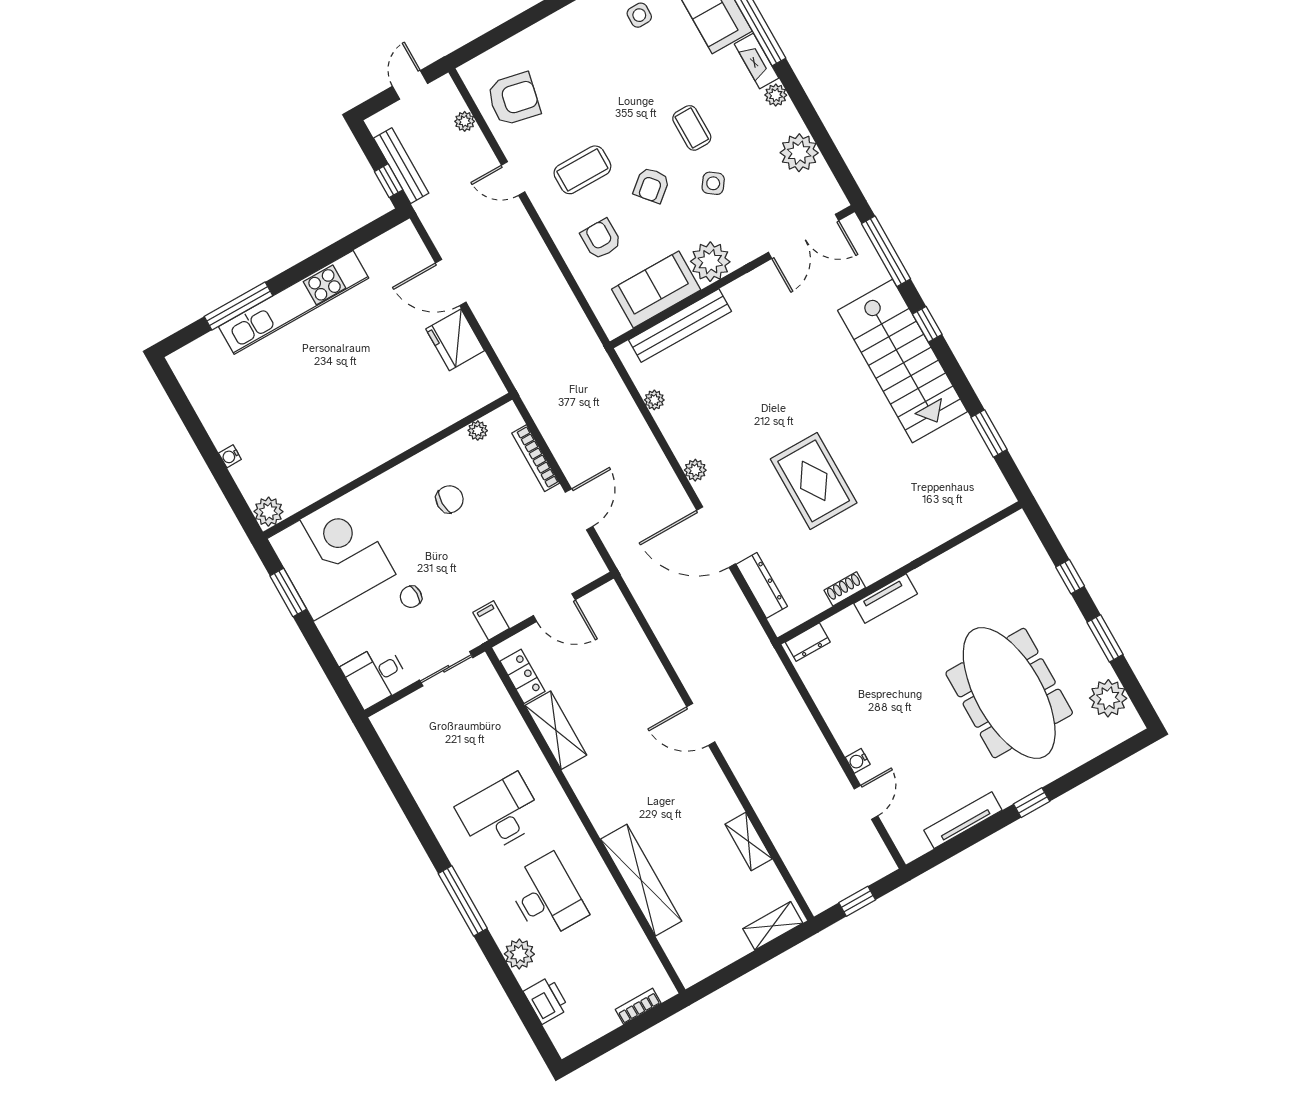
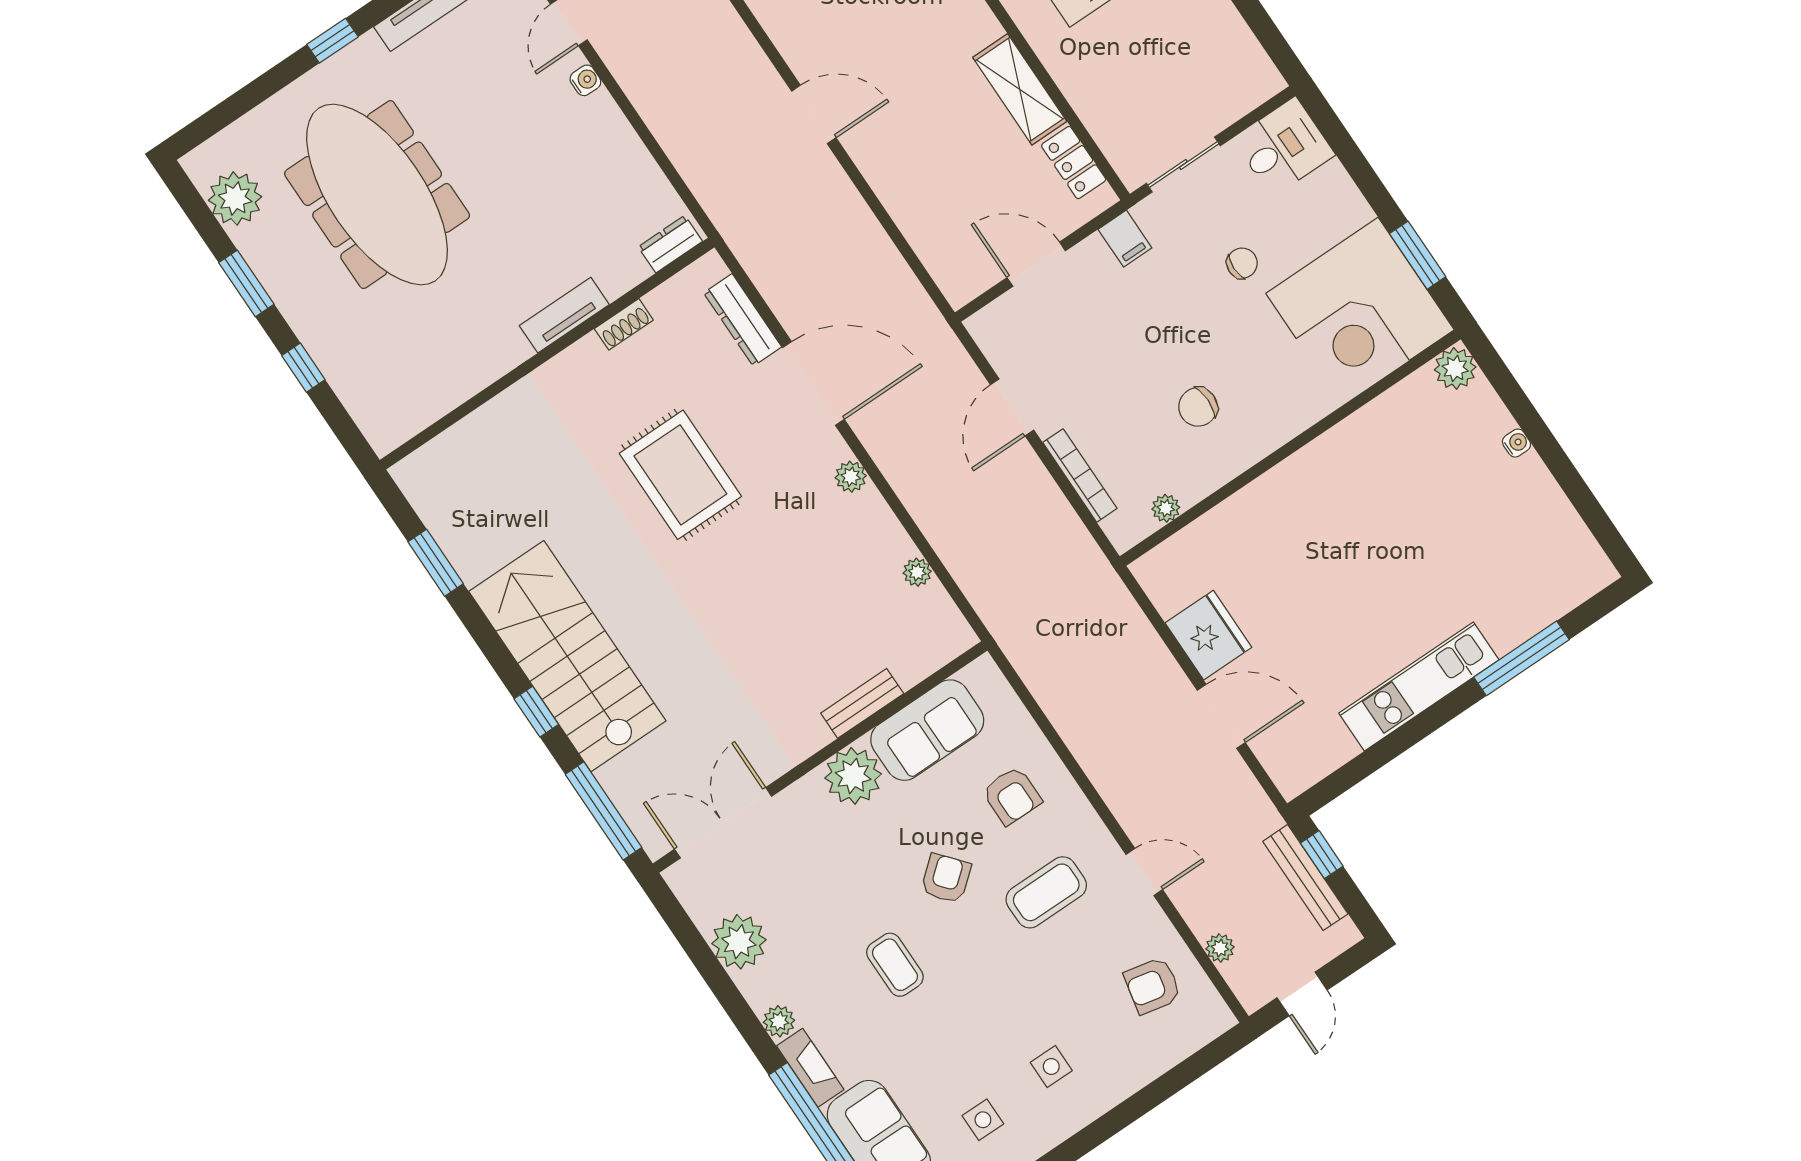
armchair: (514, 99) -> (1153, 986), width x0.72, depth x0.72
side table: (713, 183) -> (1051, 1066), moved, turned -36
kitchen unit: (294, 302) -> (1419, 687), width x0.73
bench: (680, 326) -> (862, 703), width x0.54, depth x0.82

